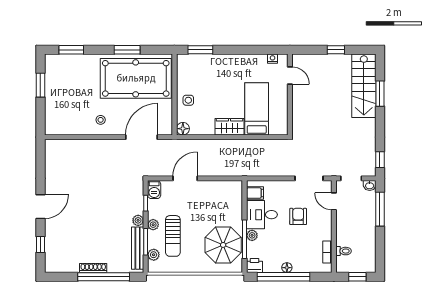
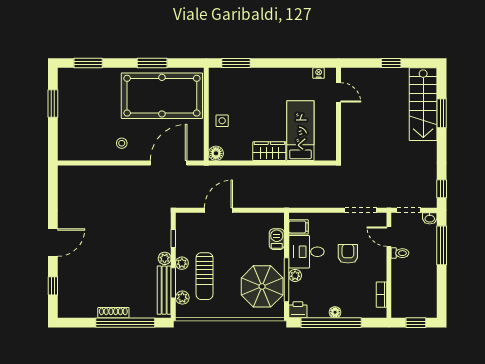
barbecue: (154, 190) -> (277, 239), moved, turned 180
toilet: (344, 251) -> (400, 253), moved

